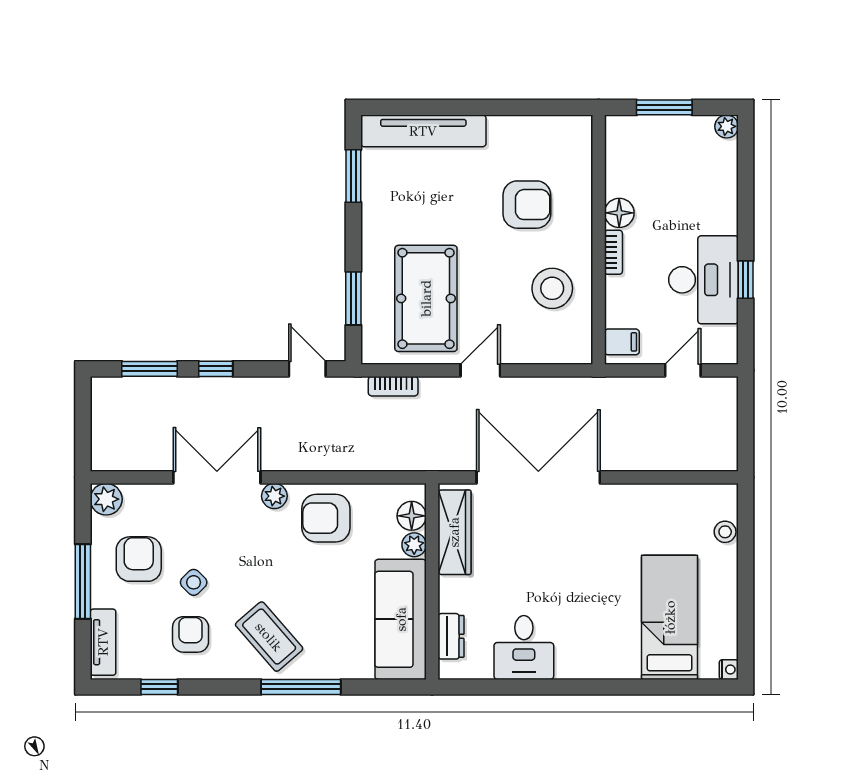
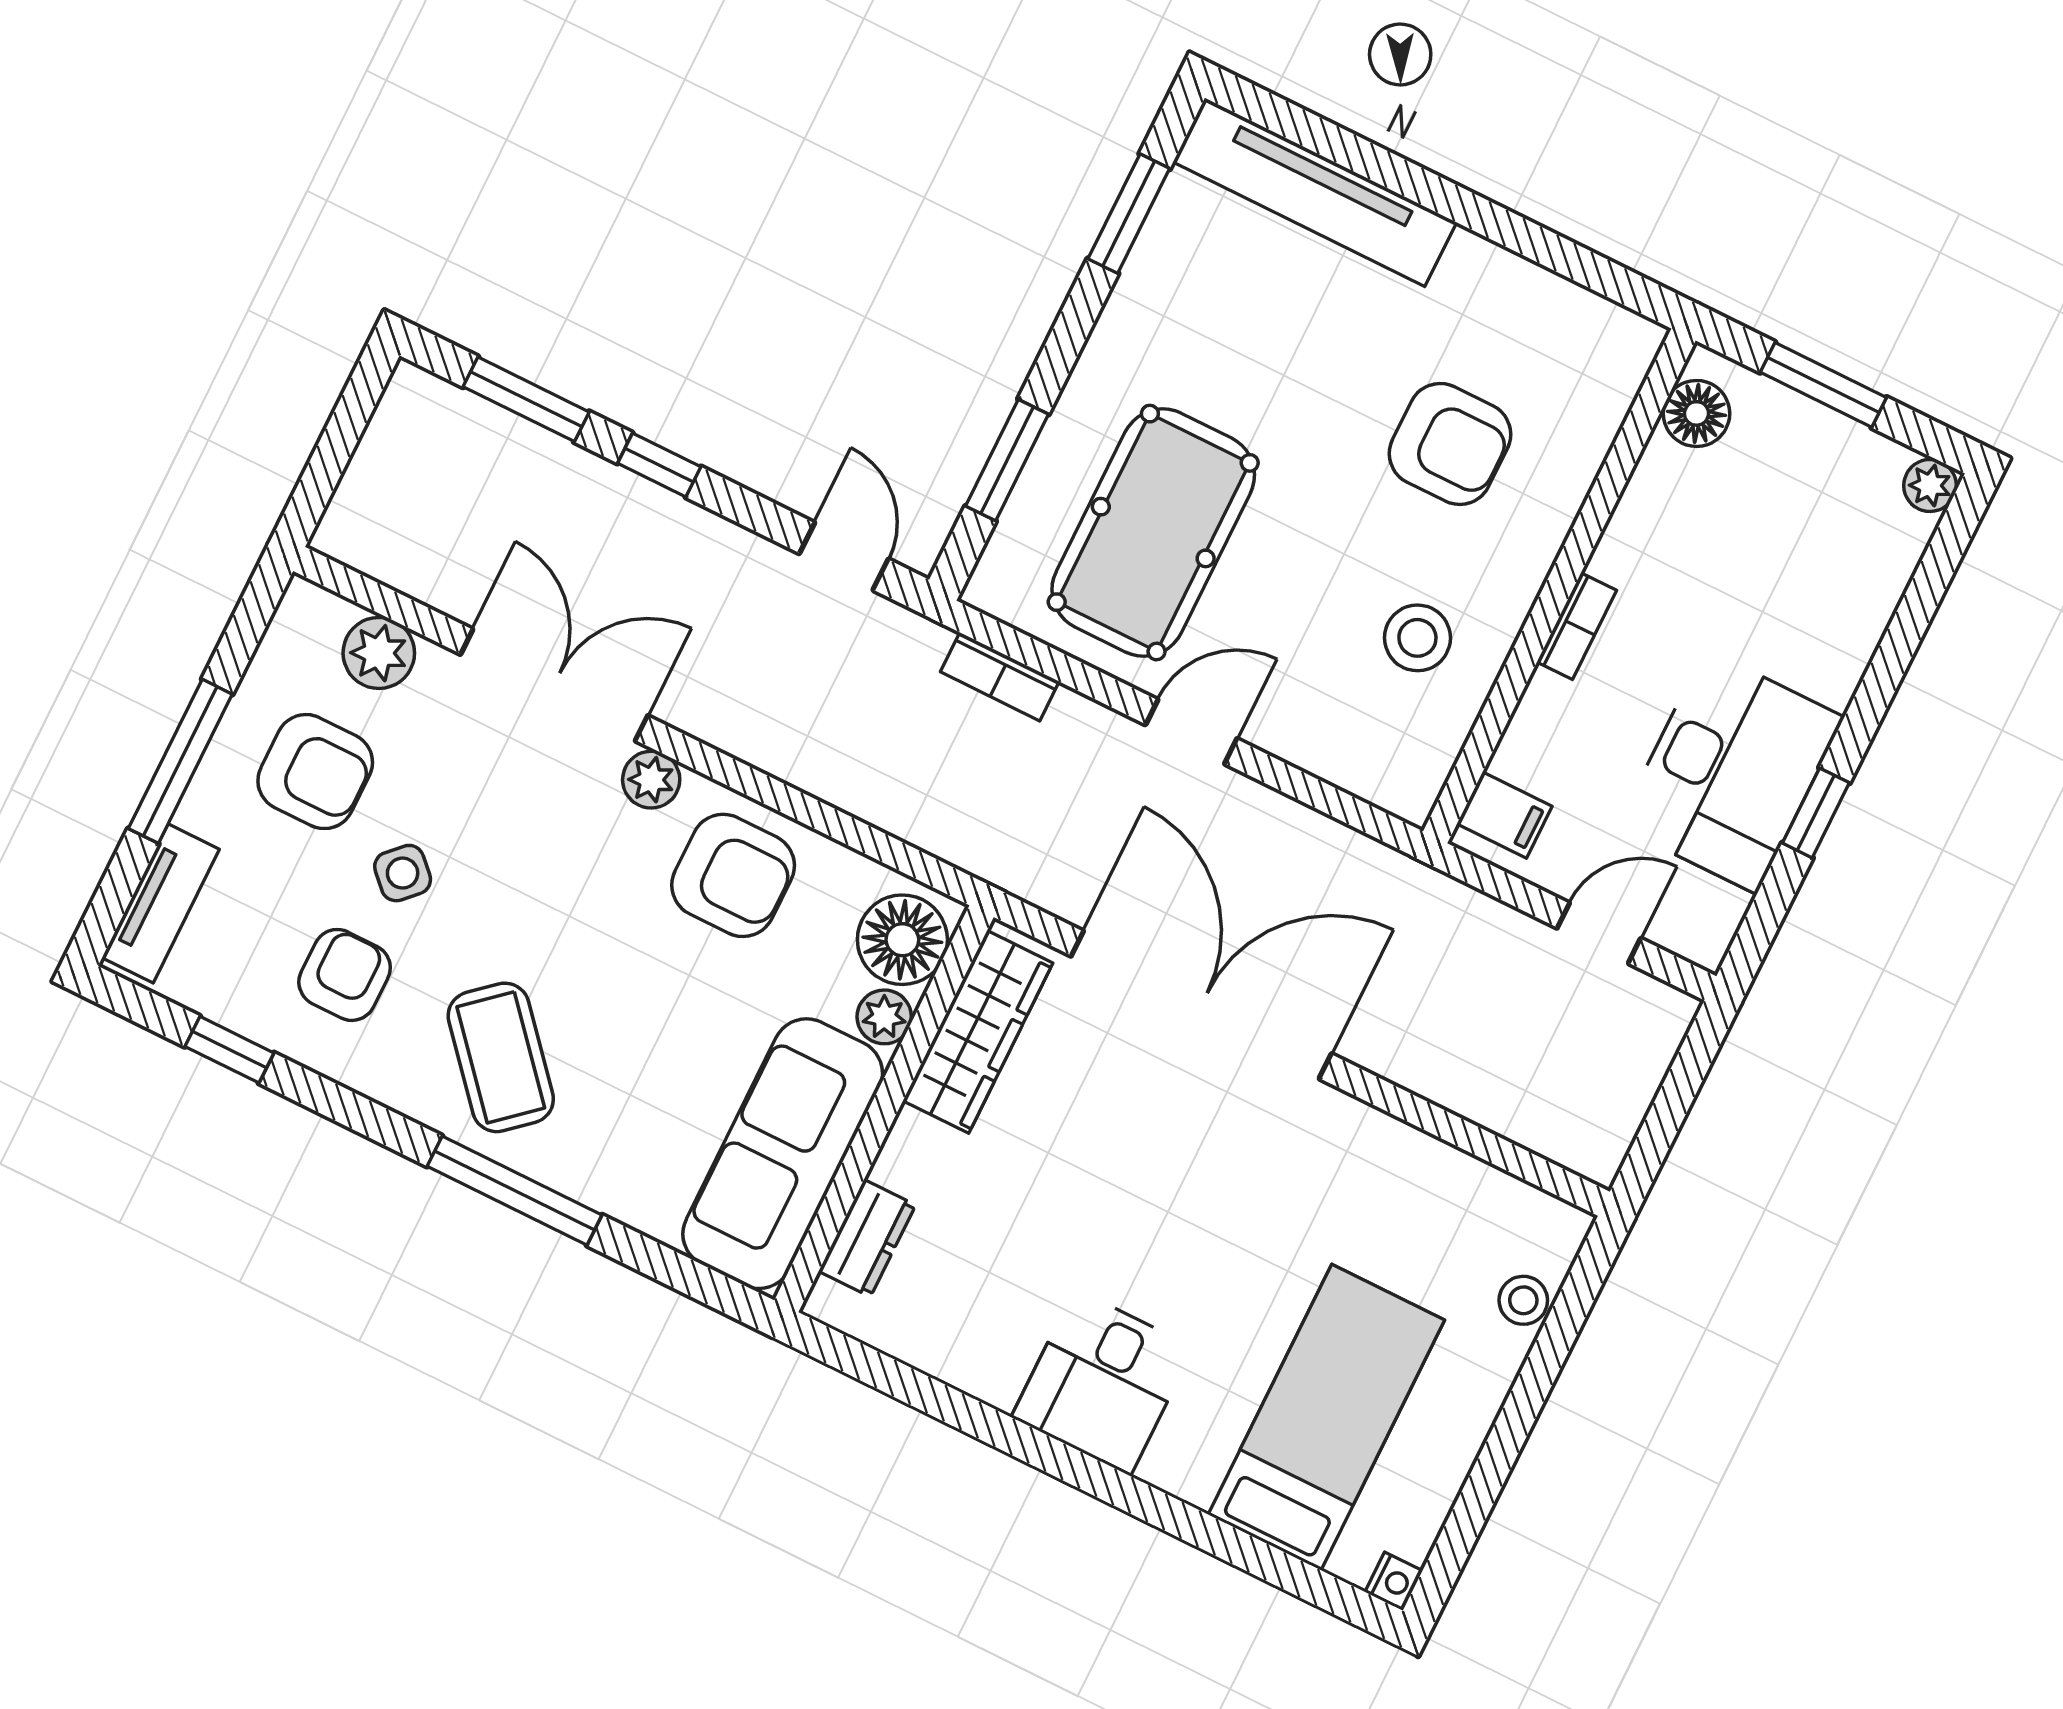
floor lamp: (619, 213) -> (1697, 413), moved
stool: (552, 288) -> (1417, 638), width x0.73, depth x0.73
plant: (106, 499) -> (379, 653), moved
floor lamp: (412, 516) -> (902, 940), width x1.38, depth x1.38
armchair: (326, 518) -> (733, 875), turned 180
armchair: (139, 559) -> (315, 772), turned 90
desk: (524, 648) -> (1102, 1382), moved

